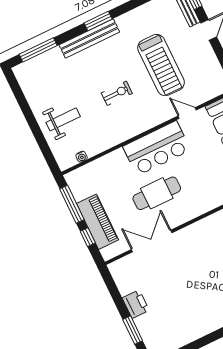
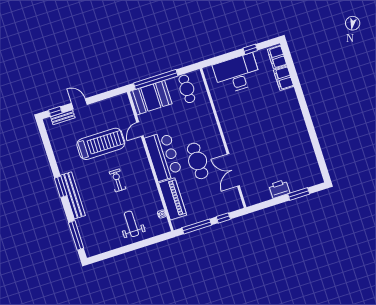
piano: (98, 222) -> (173, 199), moved, turned 90

